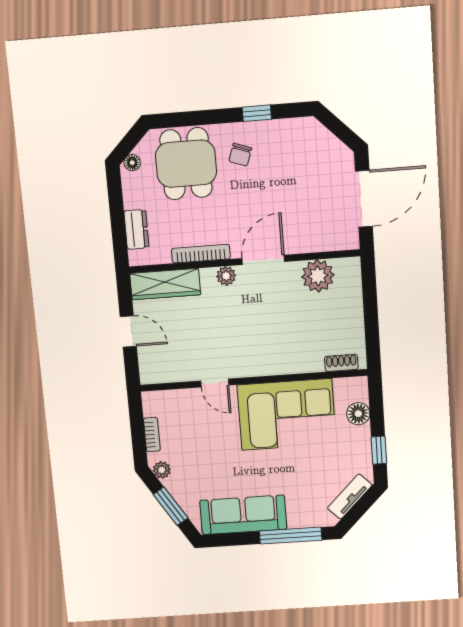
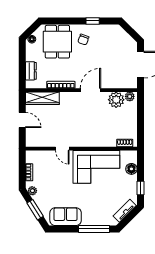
plant: (226, 276) -> (130, 96), moved
sofa: (243, 515) -> (66, 217), width x0.73

